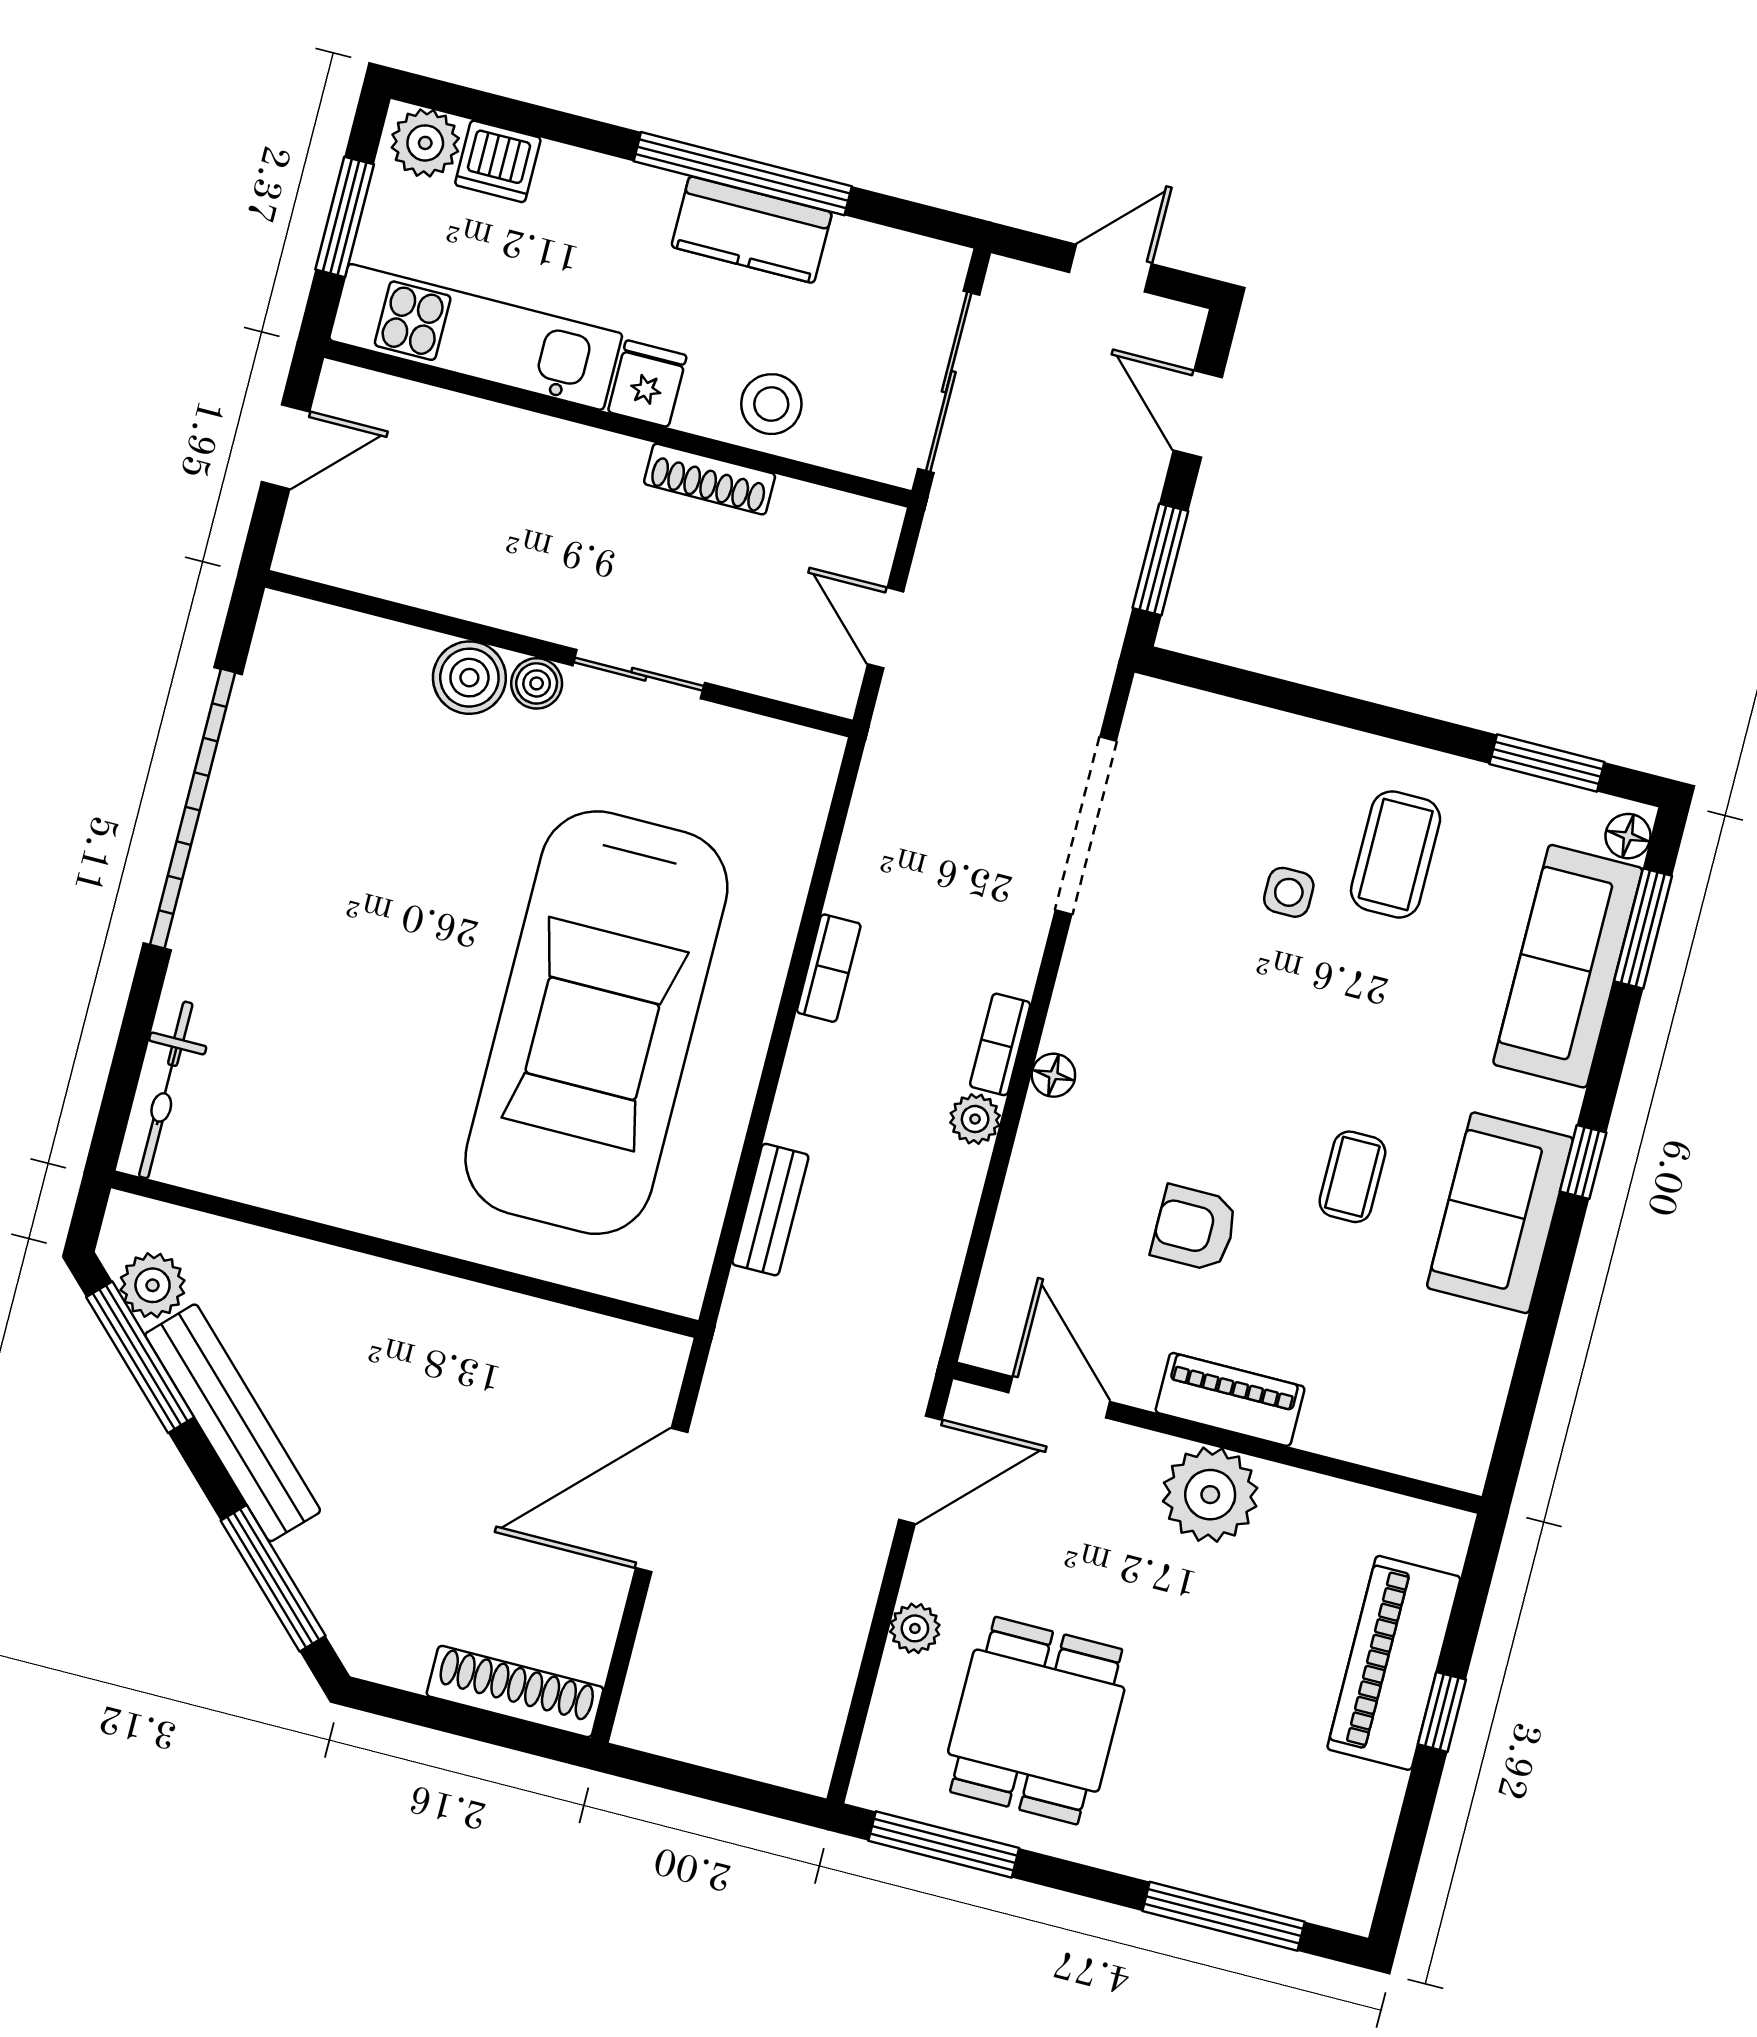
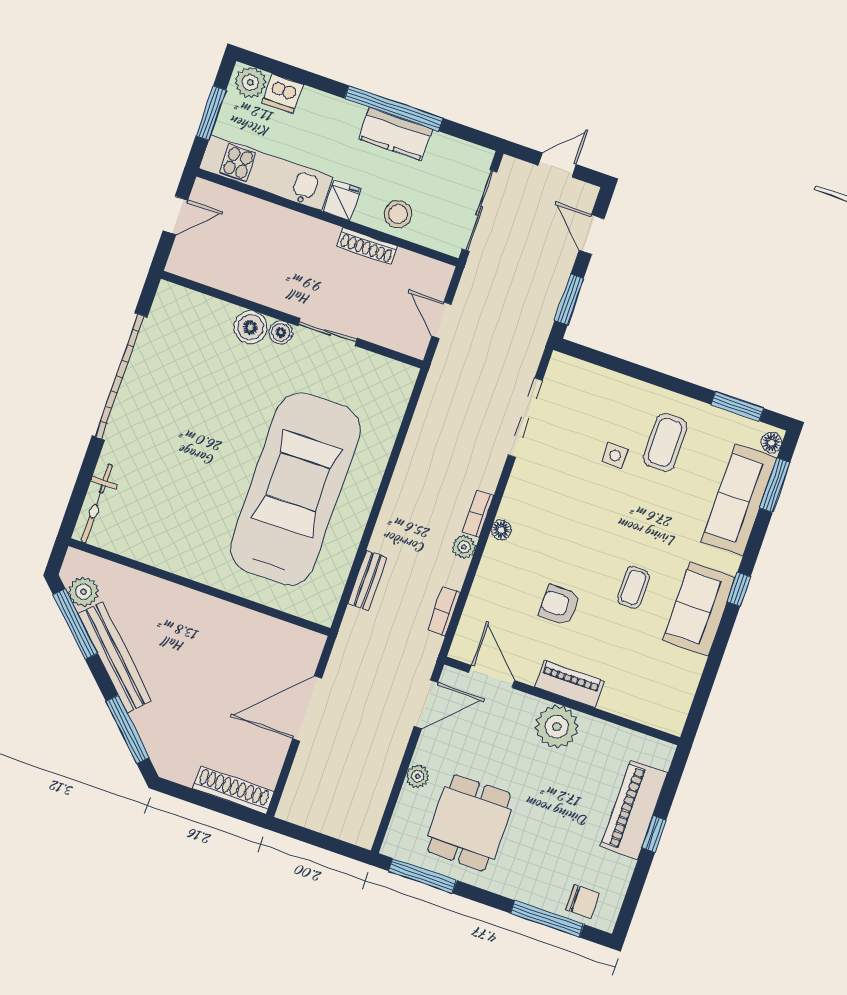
bookcase: (829, 968) -> (444, 611), moved, turned 180
car: (596, 1023) -> (295, 489), turned 180
chair: (1298, 1872) -> (583, 902), added

